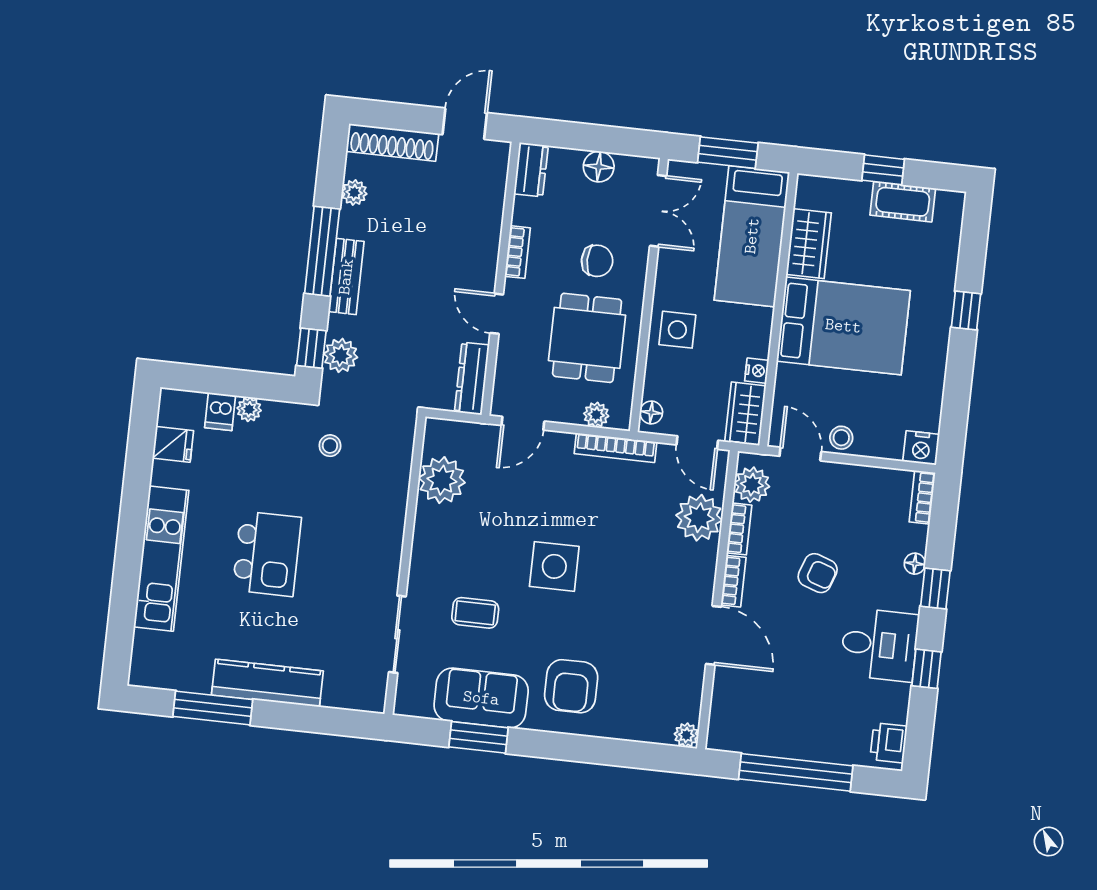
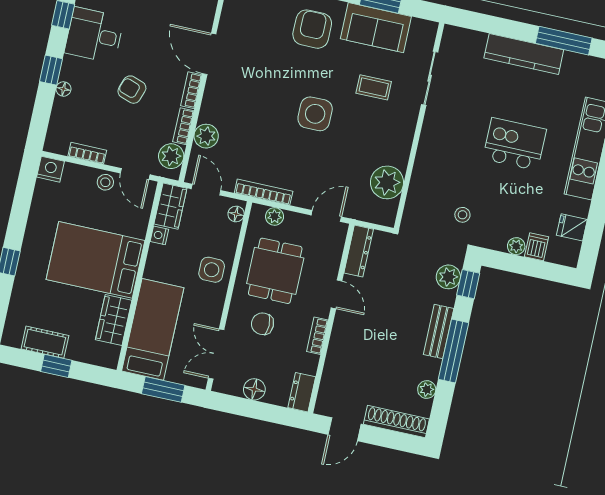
bookcase: (922, 497) -> (87, 153), moved, turned -90
plant: (699, 518) -> (206, 136), width x0.73, depth x0.73
kitchen island: (267, 554) -> (515, 144), turned 90

